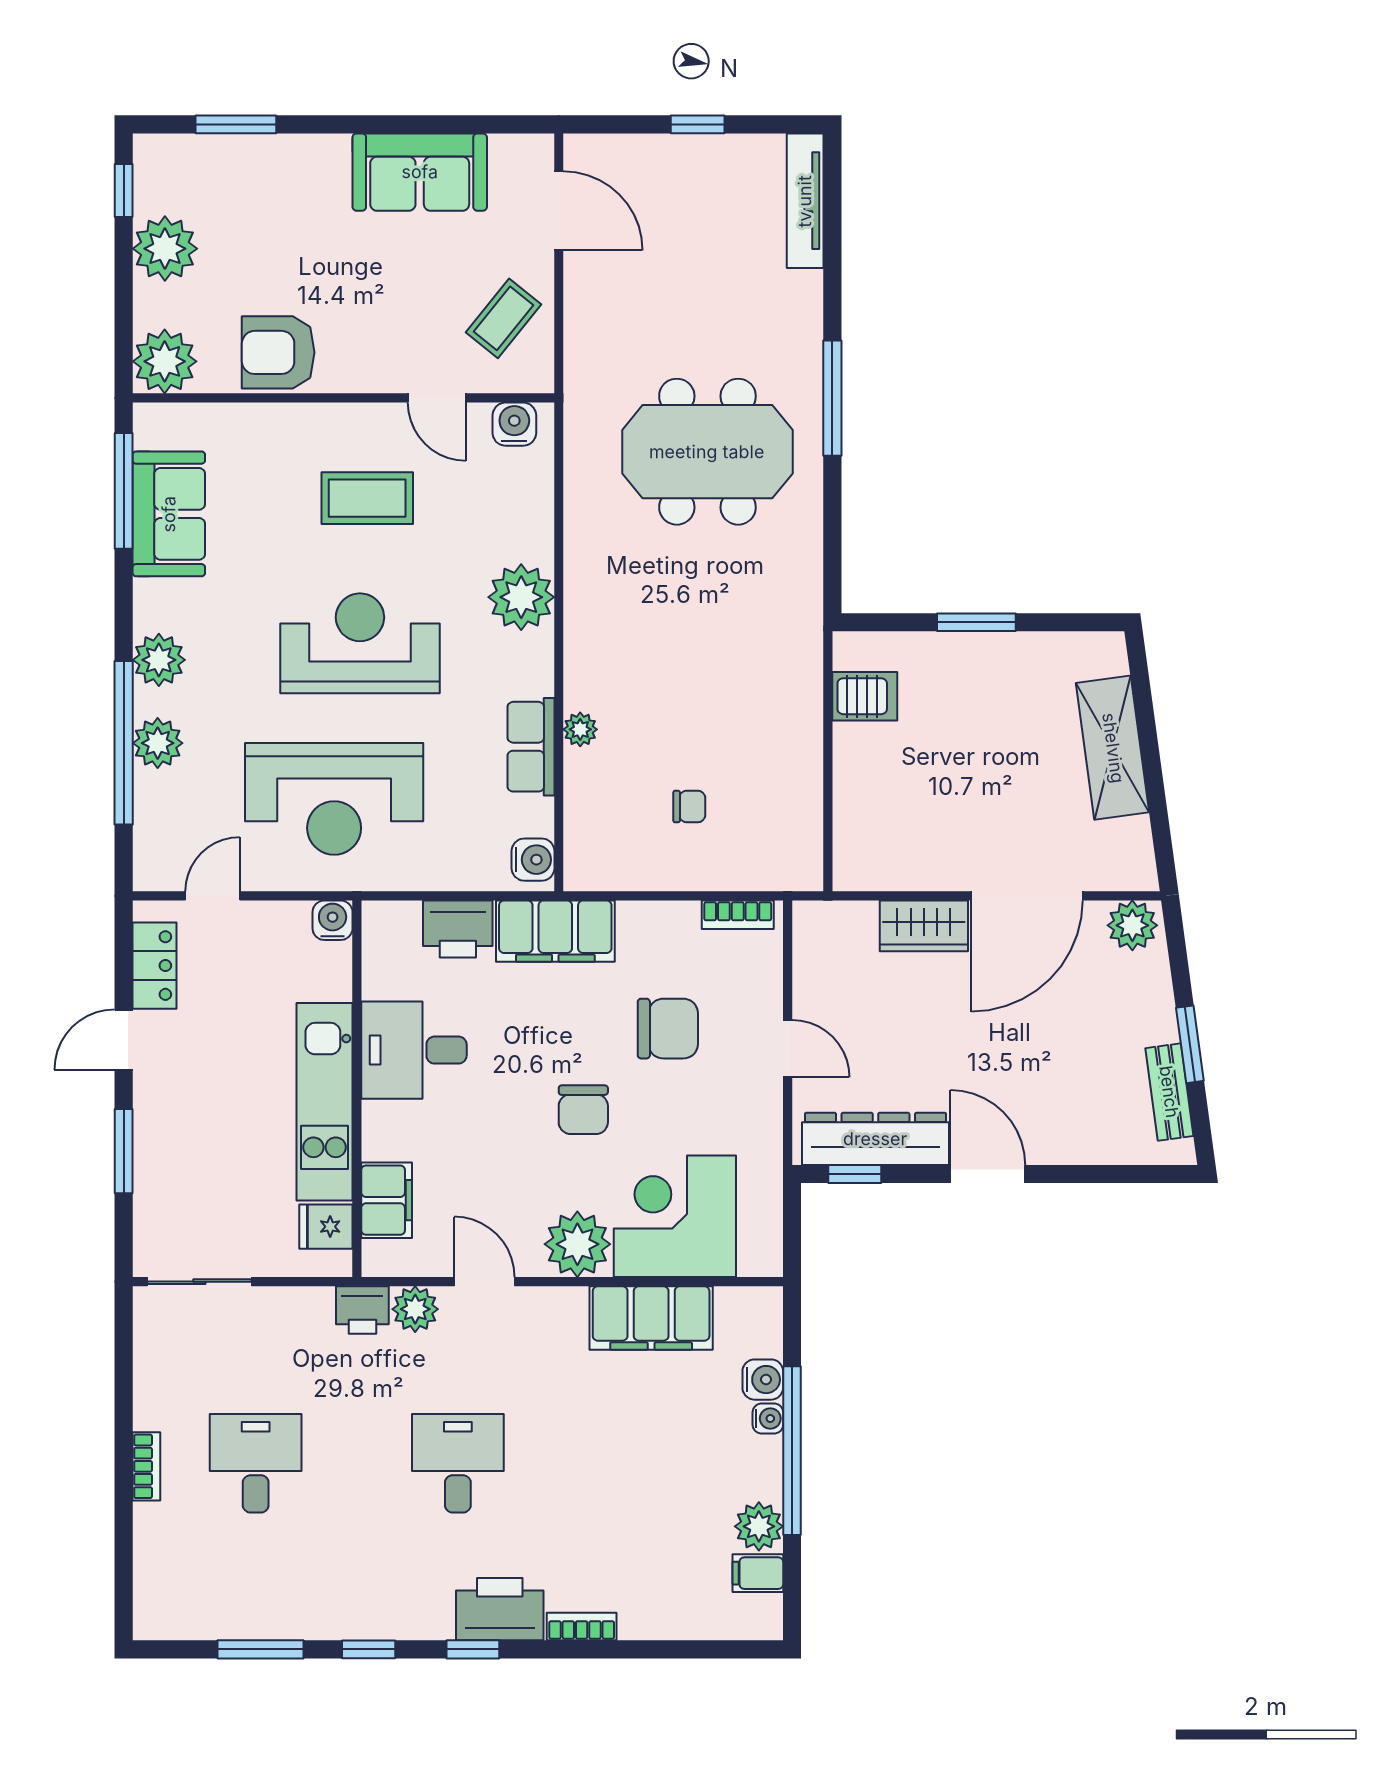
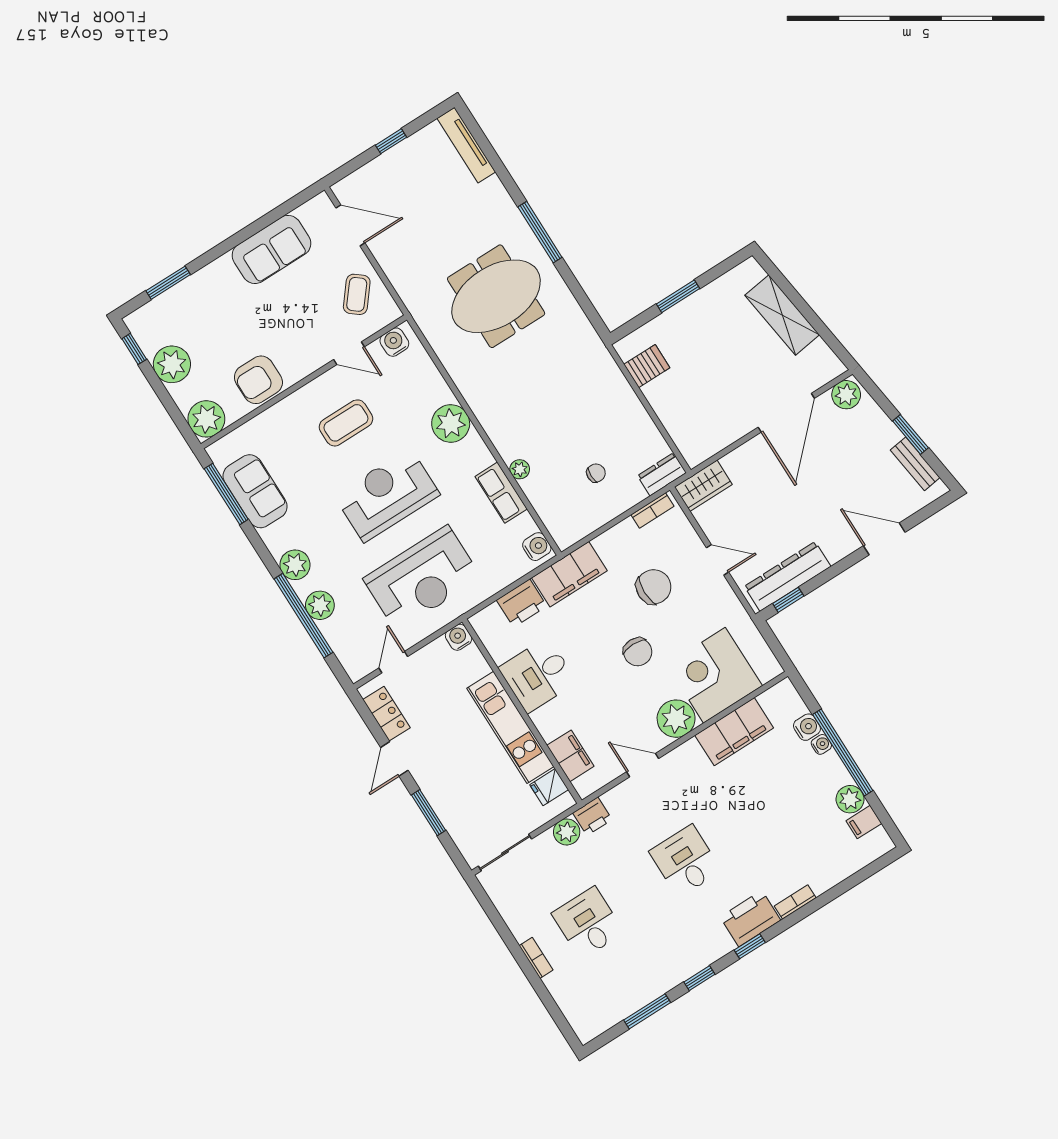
dresser: (786, 870) -> (662, 474), added
wardrobe: (924, 926) -> (703, 486), moved
door: (988, 1174) -> (884, 539), moved
plant: (415, 1309) -> (567, 832), moved

